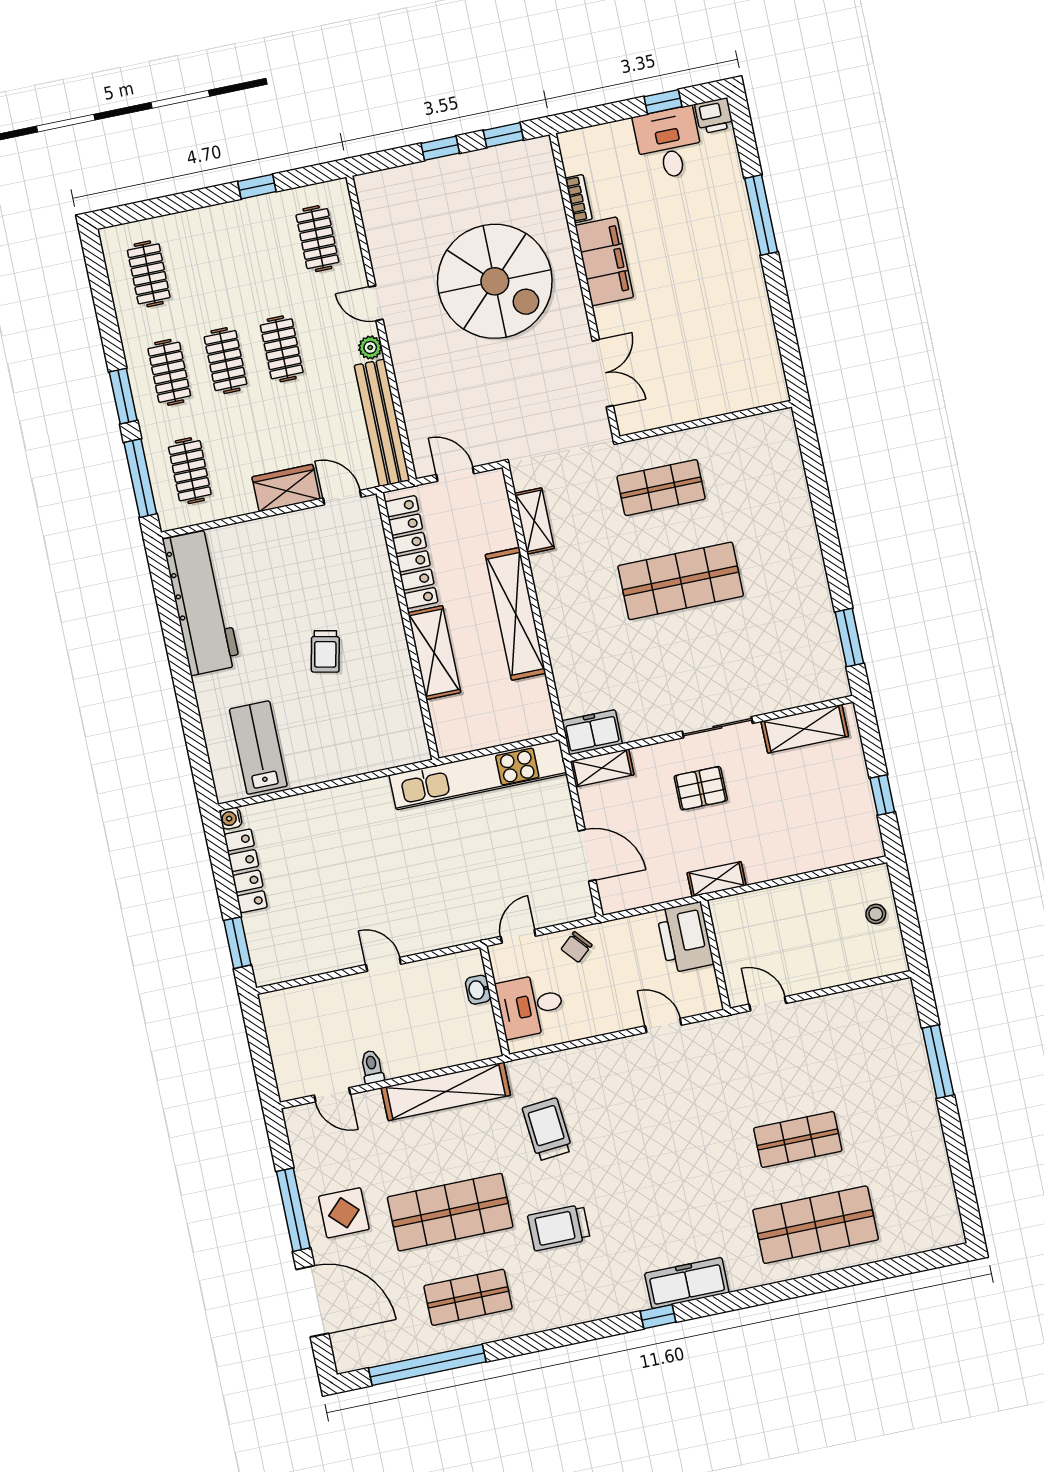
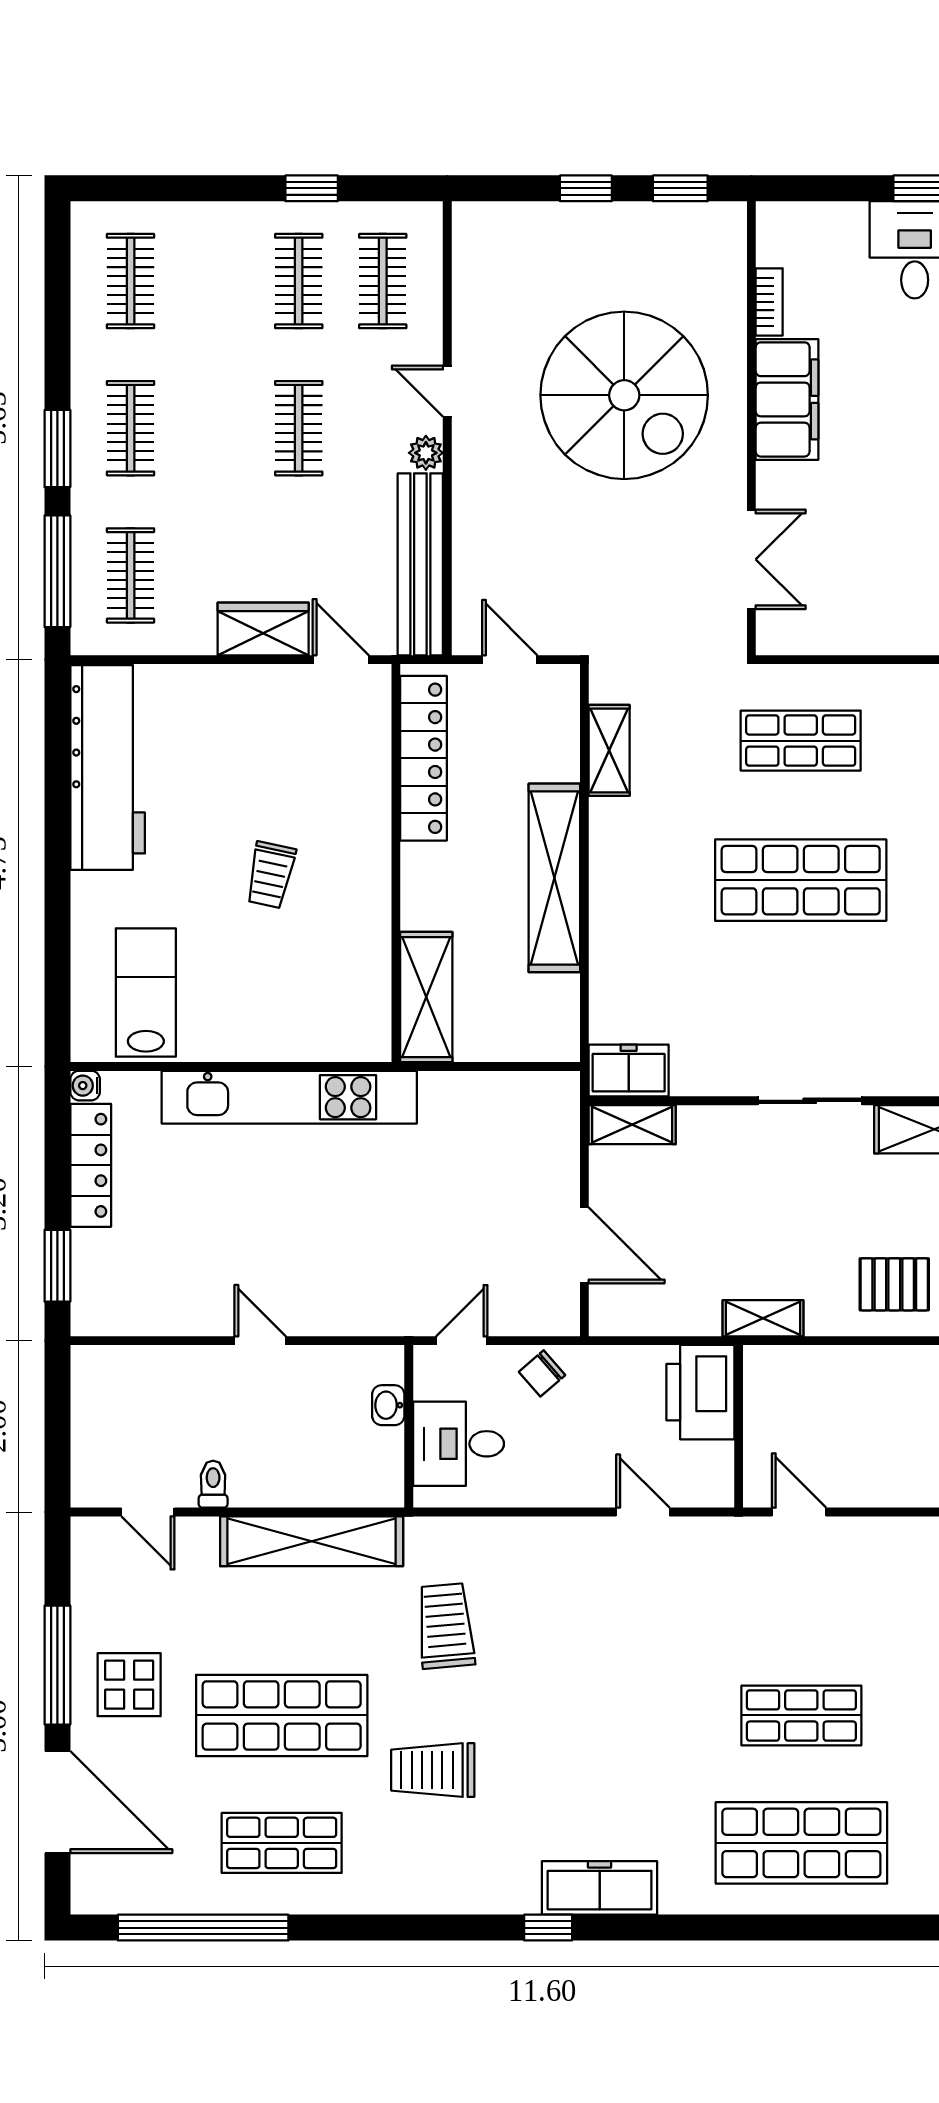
clothes rail: (225, 361) -> (299, 281), moved
shelving: (434, 653) -> (426, 997), moved
kitchen unit: (478, 775) -> (289, 1097), moved
pallet: (701, 788) -> (894, 1284), moved

